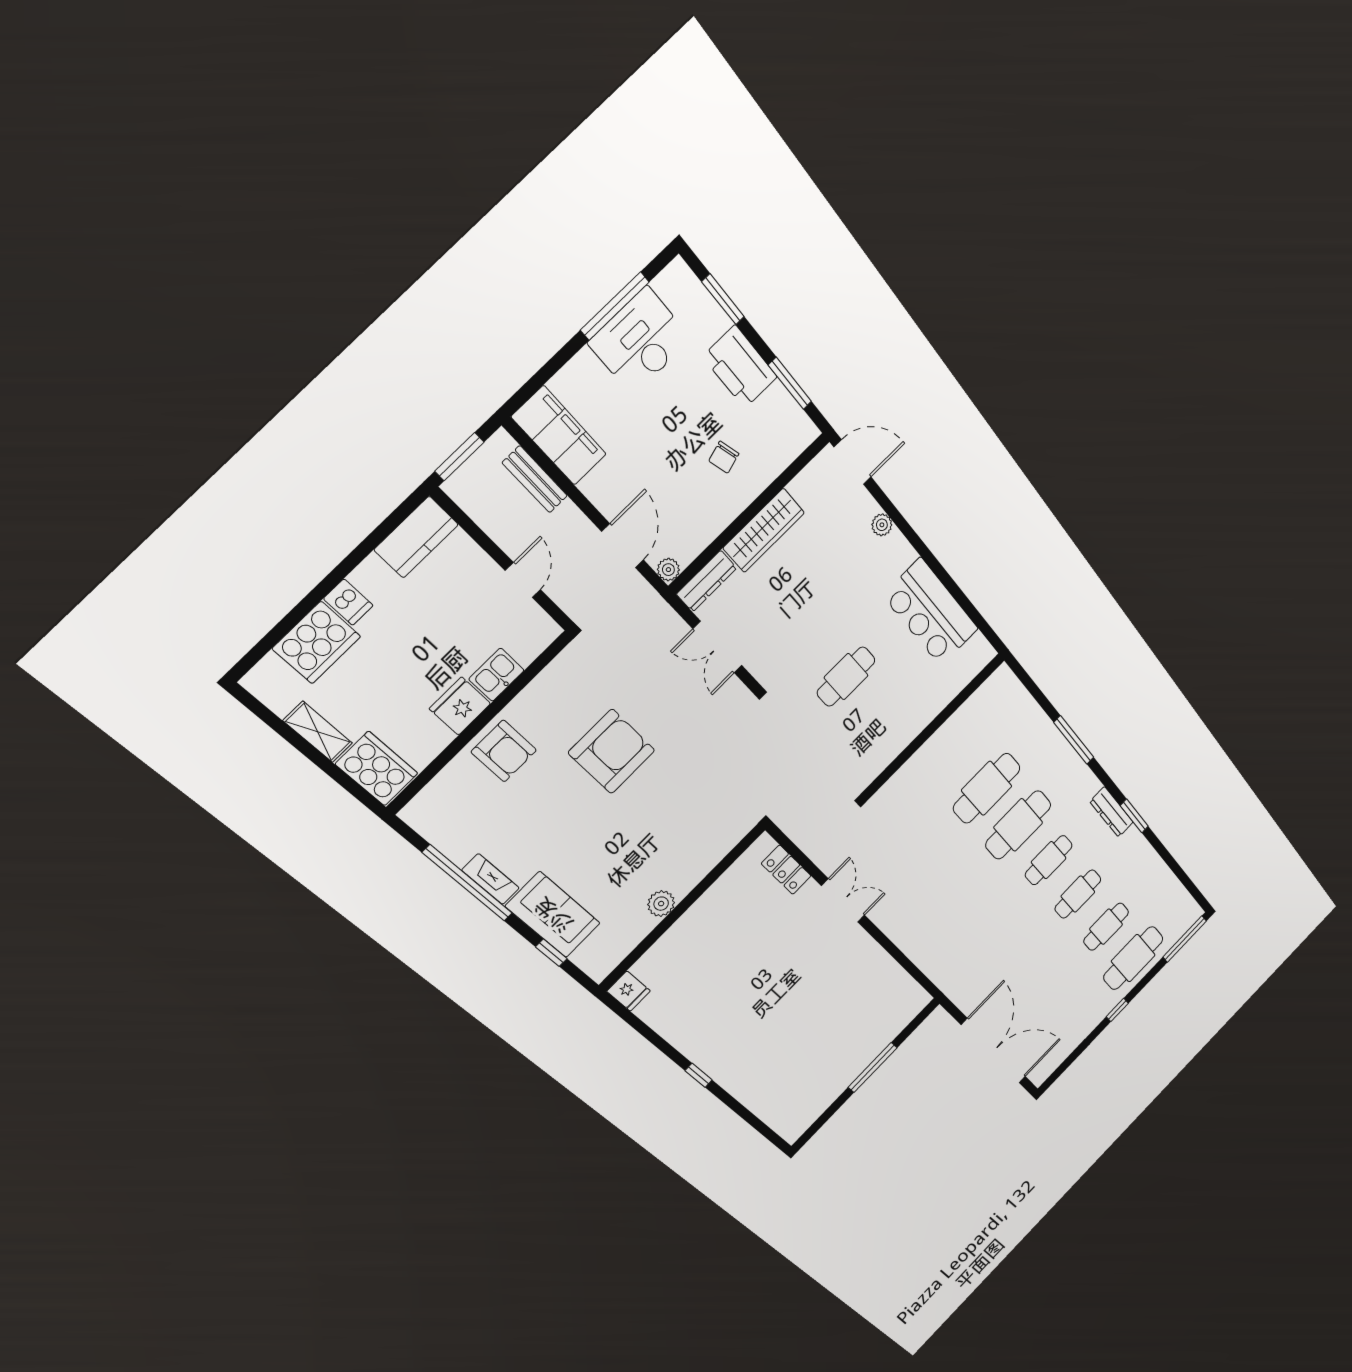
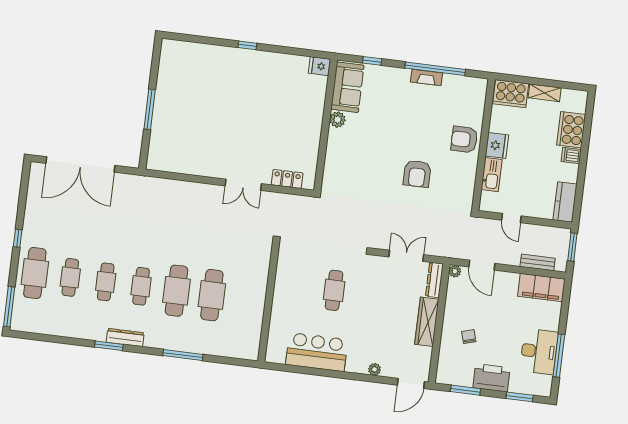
kitchen sink: (496, 675) -> (492, 175), width x1.38
armchair: (612, 752) -> (417, 174), width x0.73, depth x0.73
sofa: (553, 915) -> (347, 87), moved, turned -90

